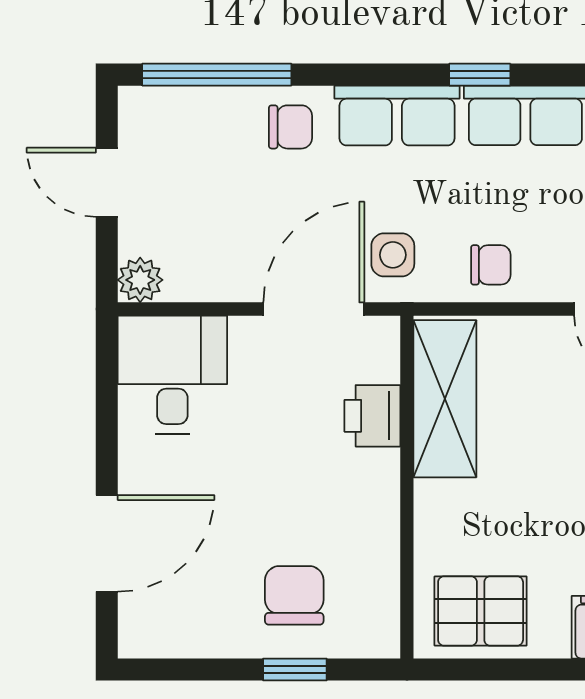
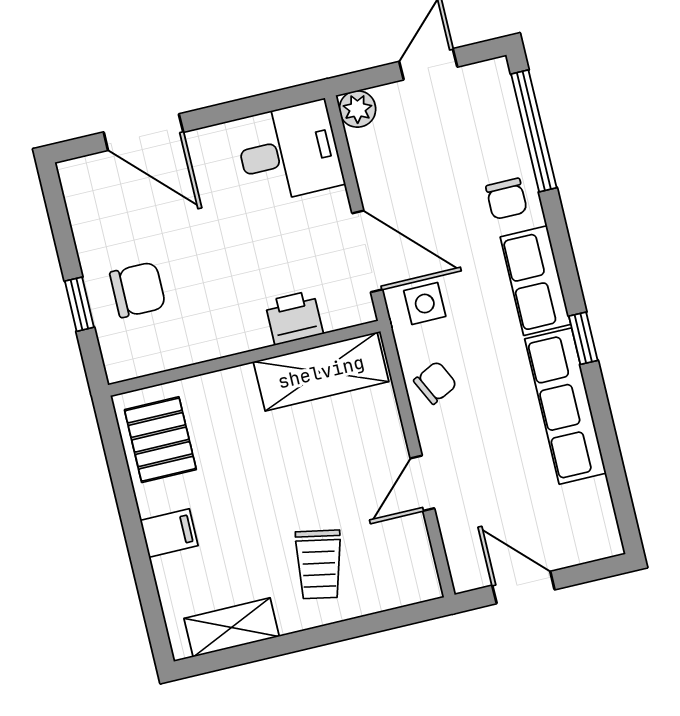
chair: (491, 265) -> (435, 383), turned -116

